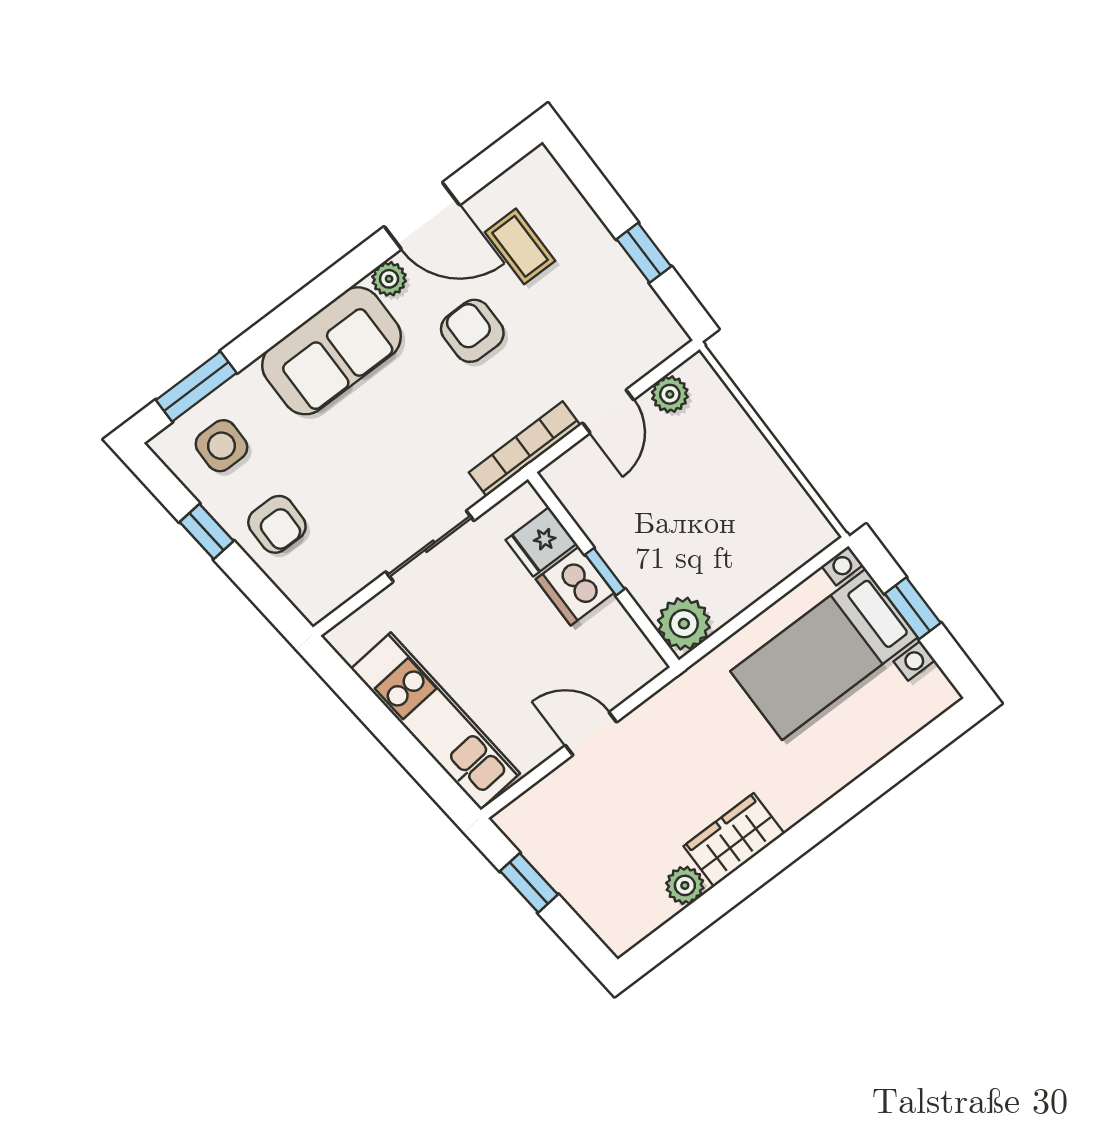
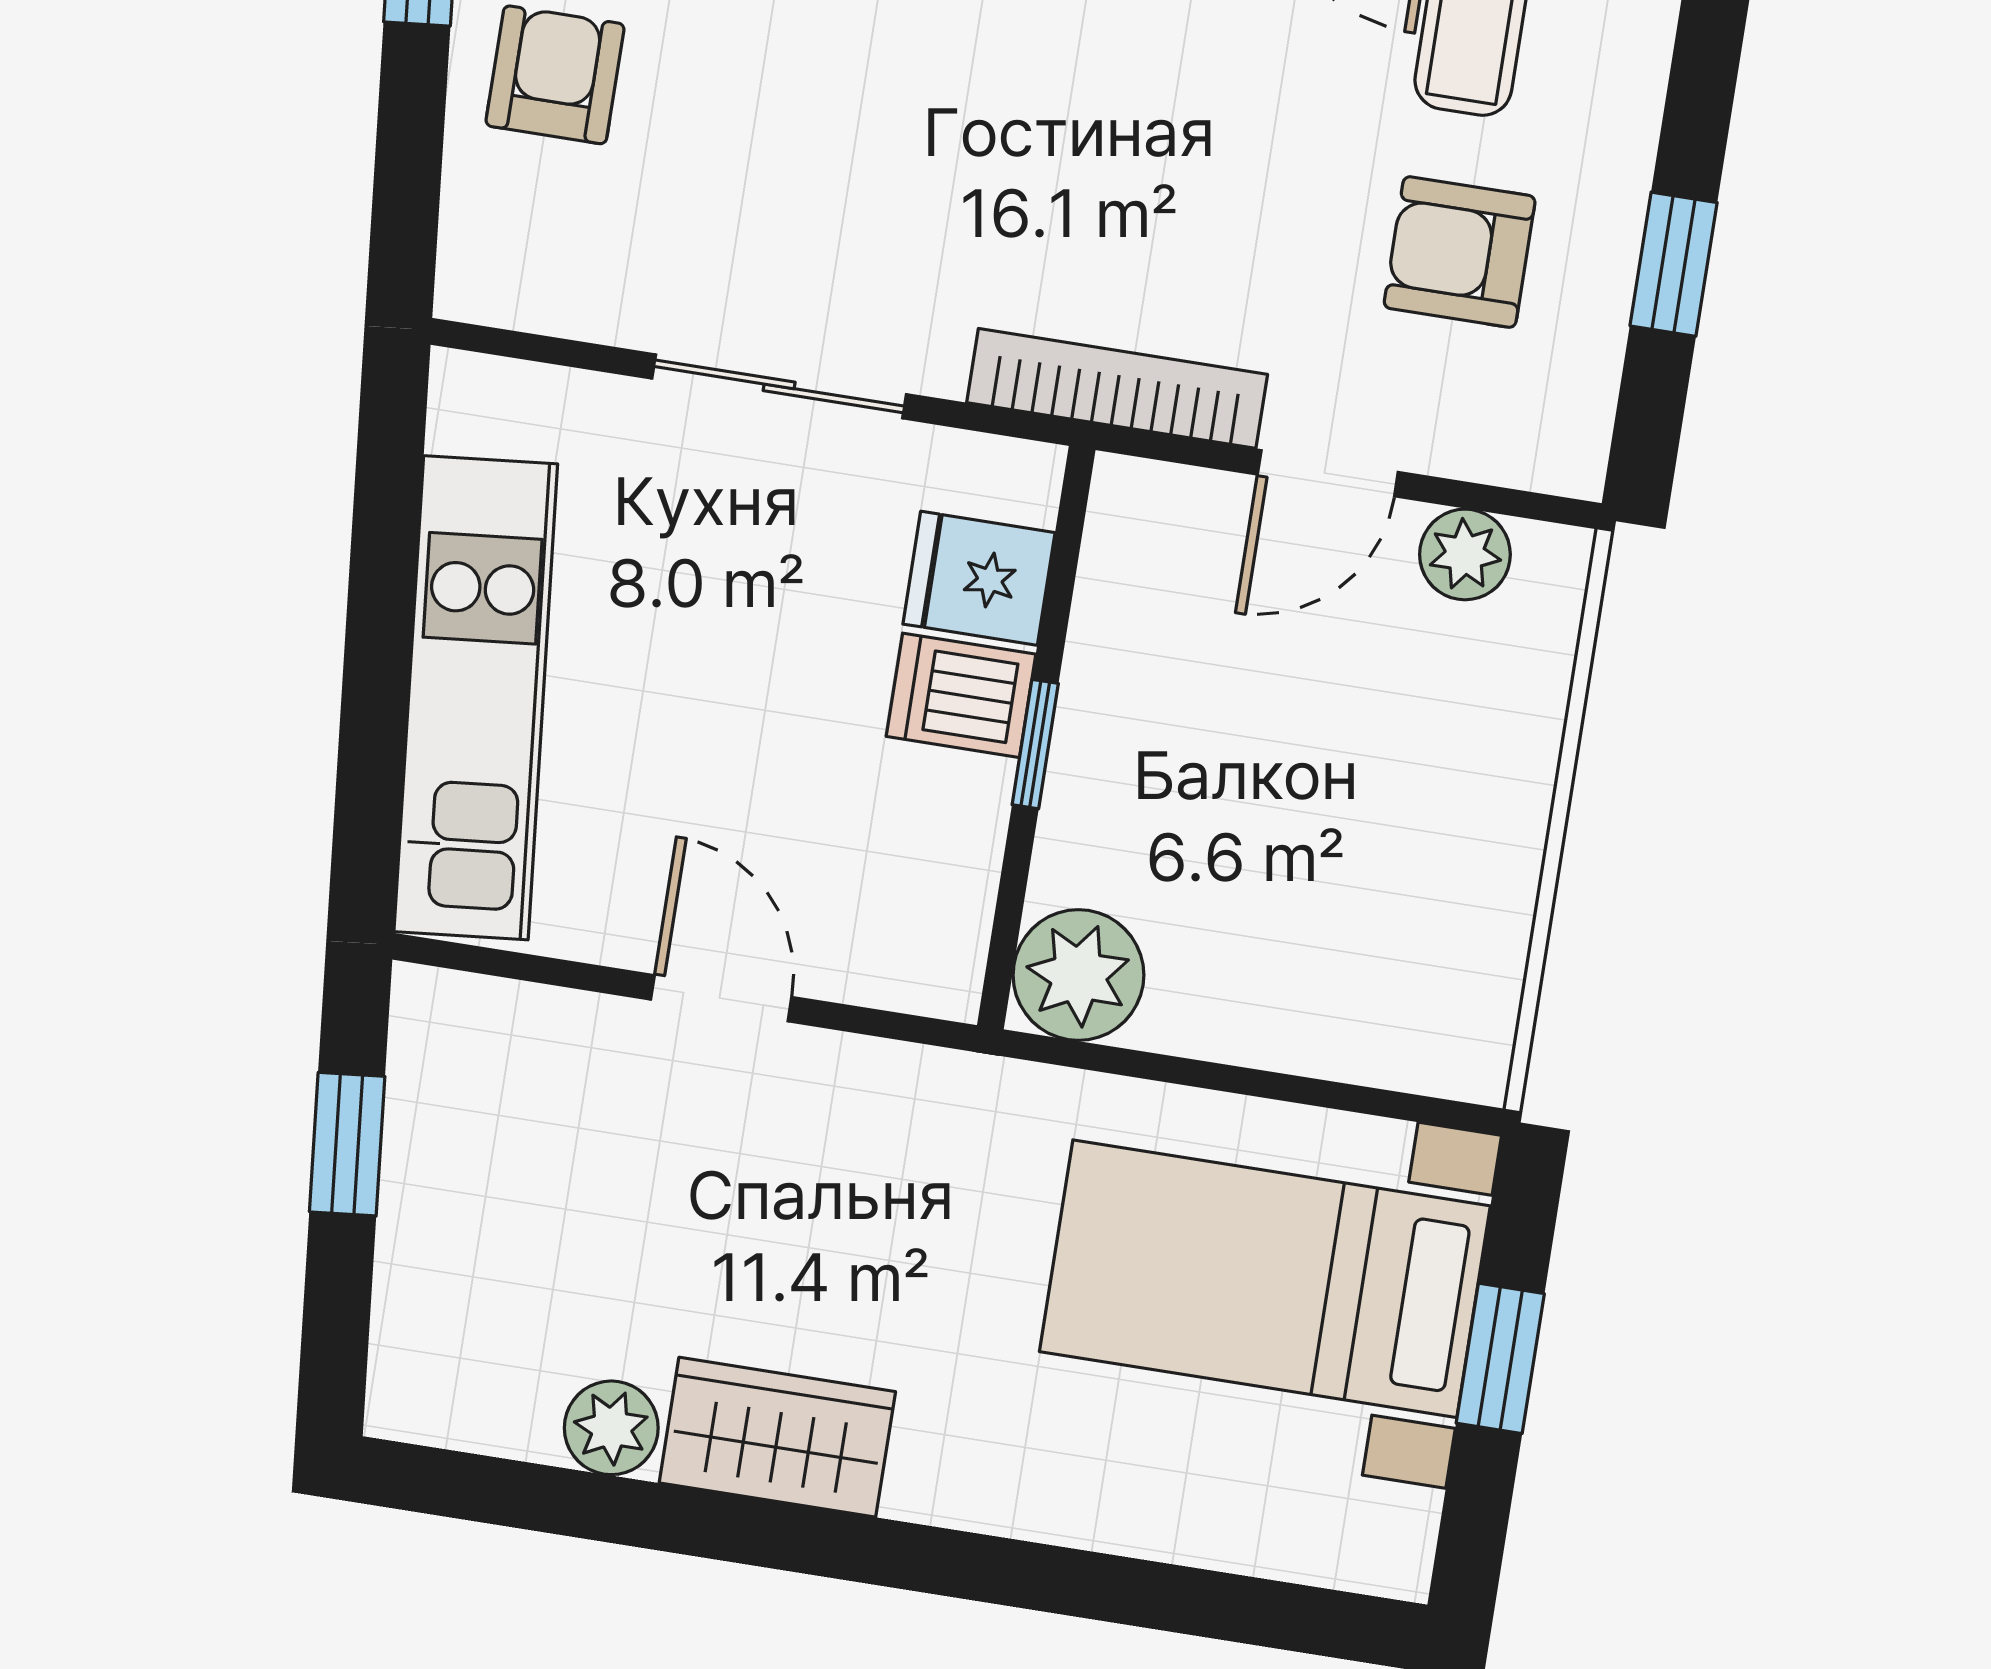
armchair: (472, 331) -> (1460, 252), moved, turned -90
armchair: (277, 524) -> (555, 75), turned 180
dishwasher: (575, 586) -> (961, 695), width x0.73

